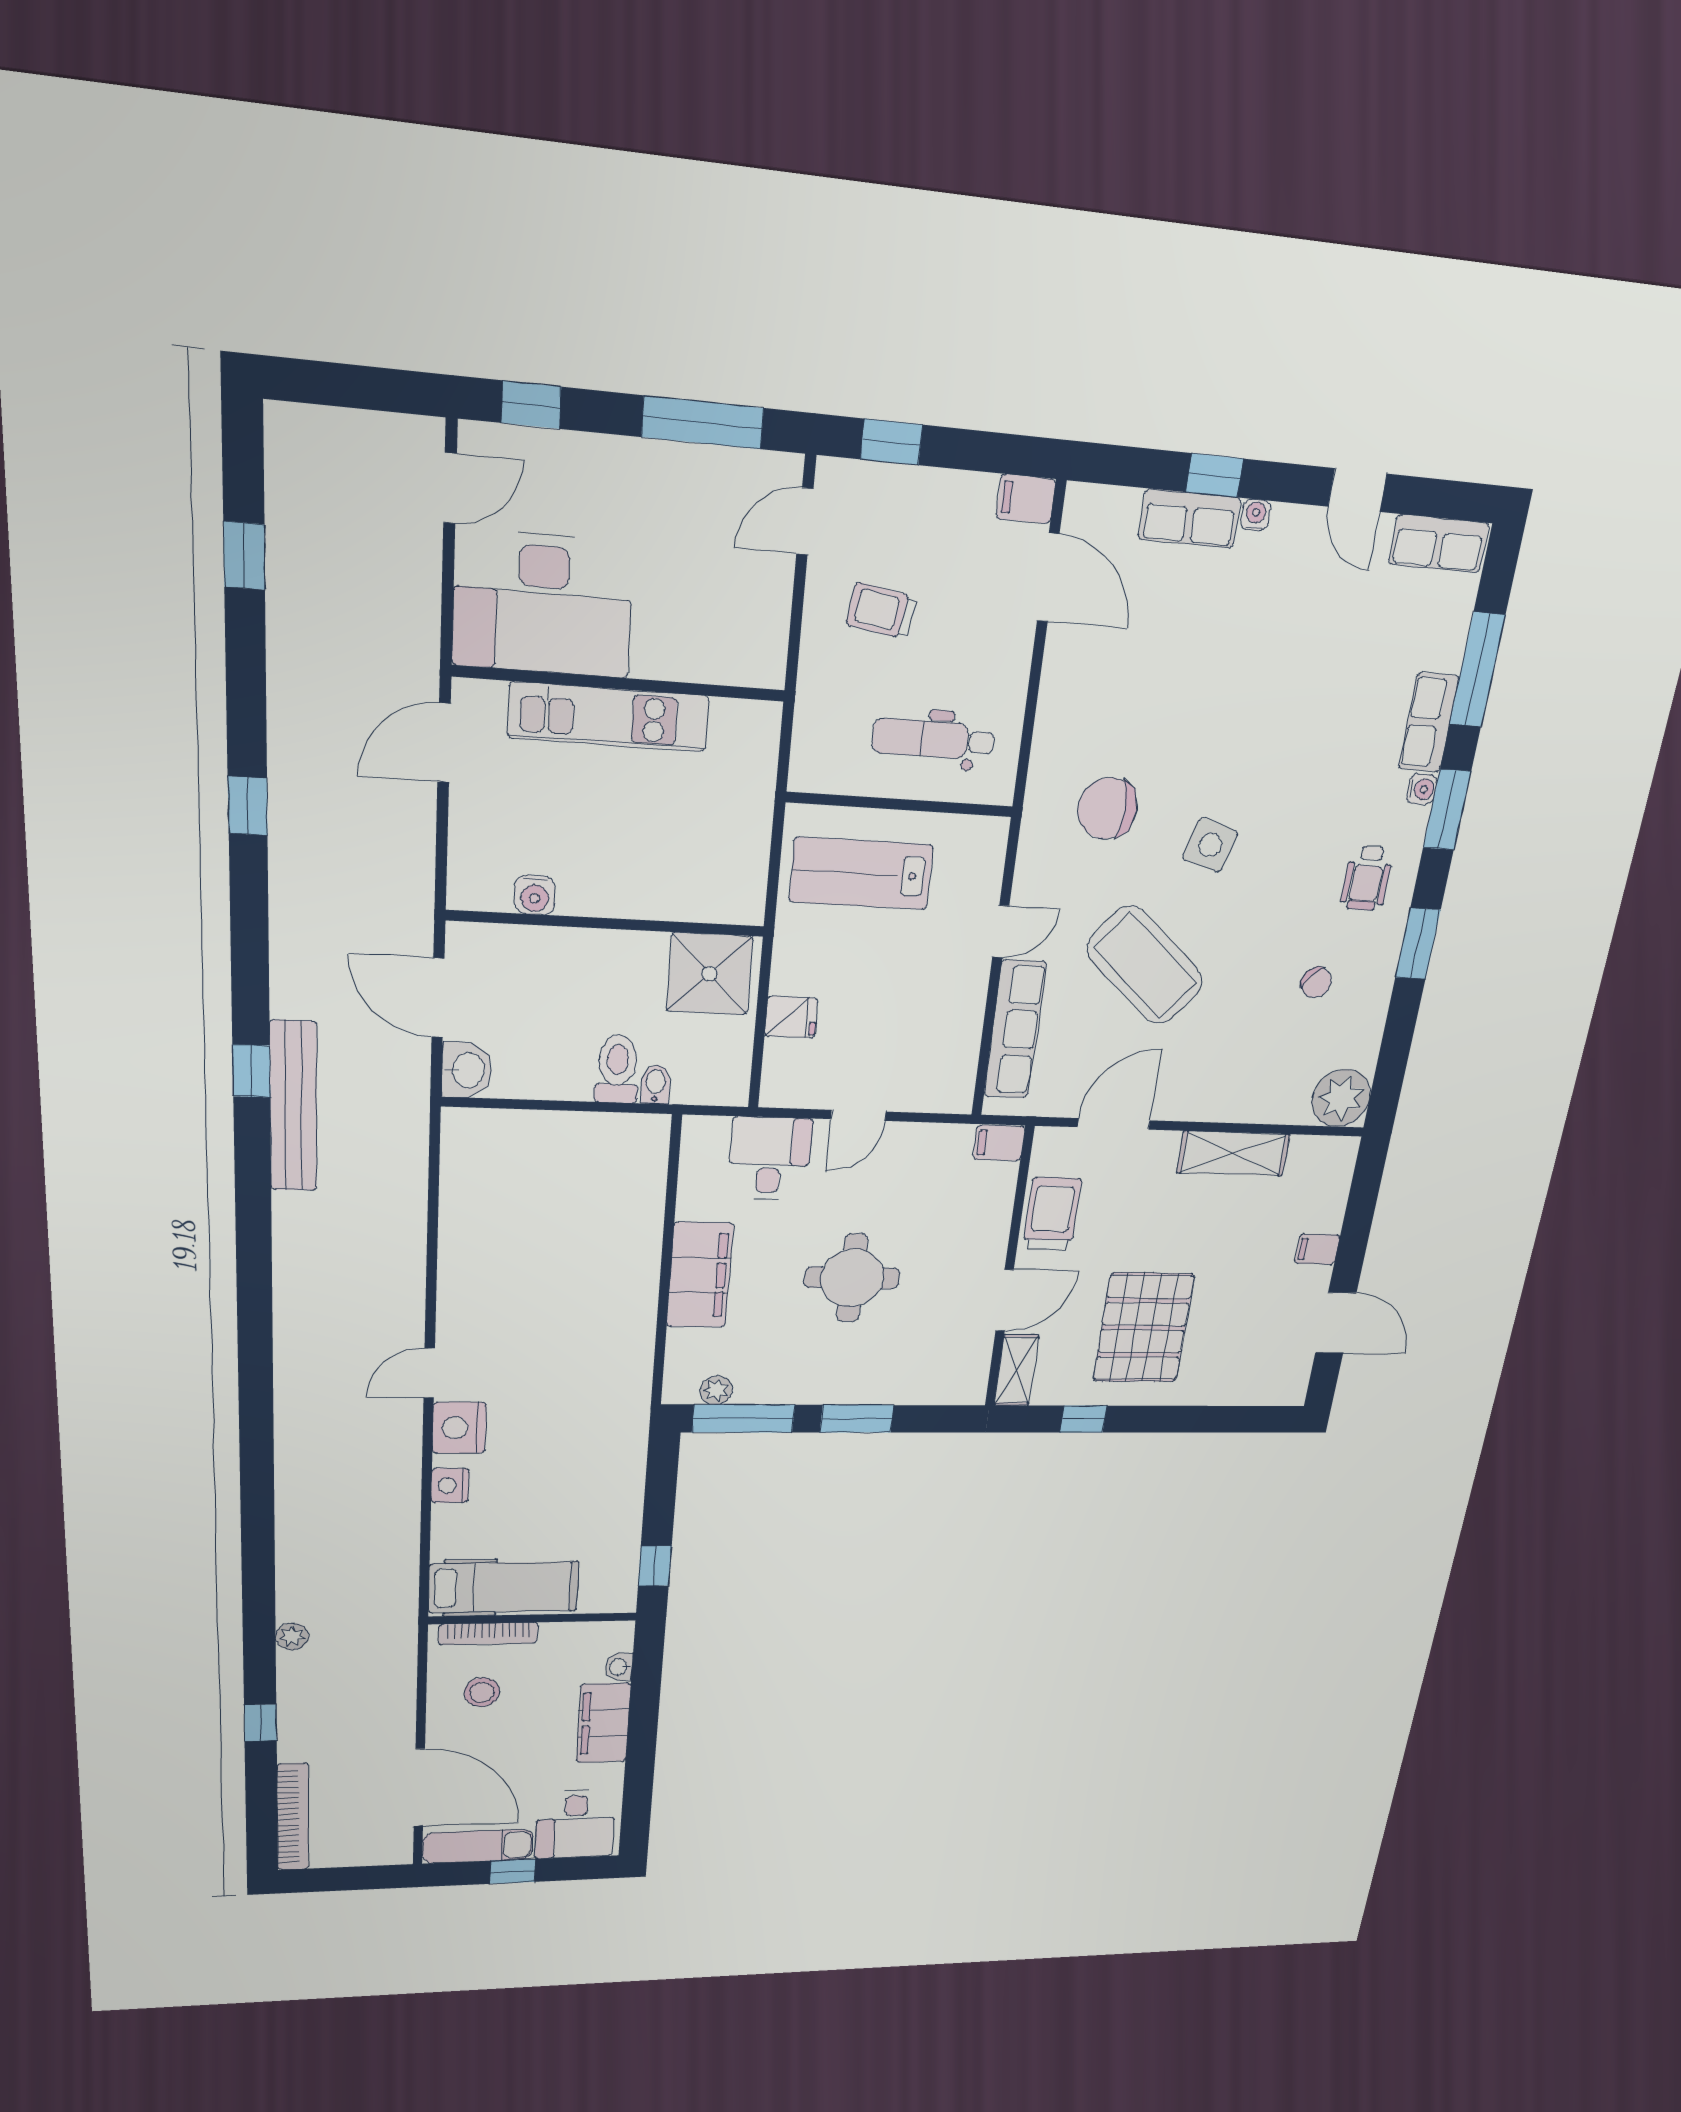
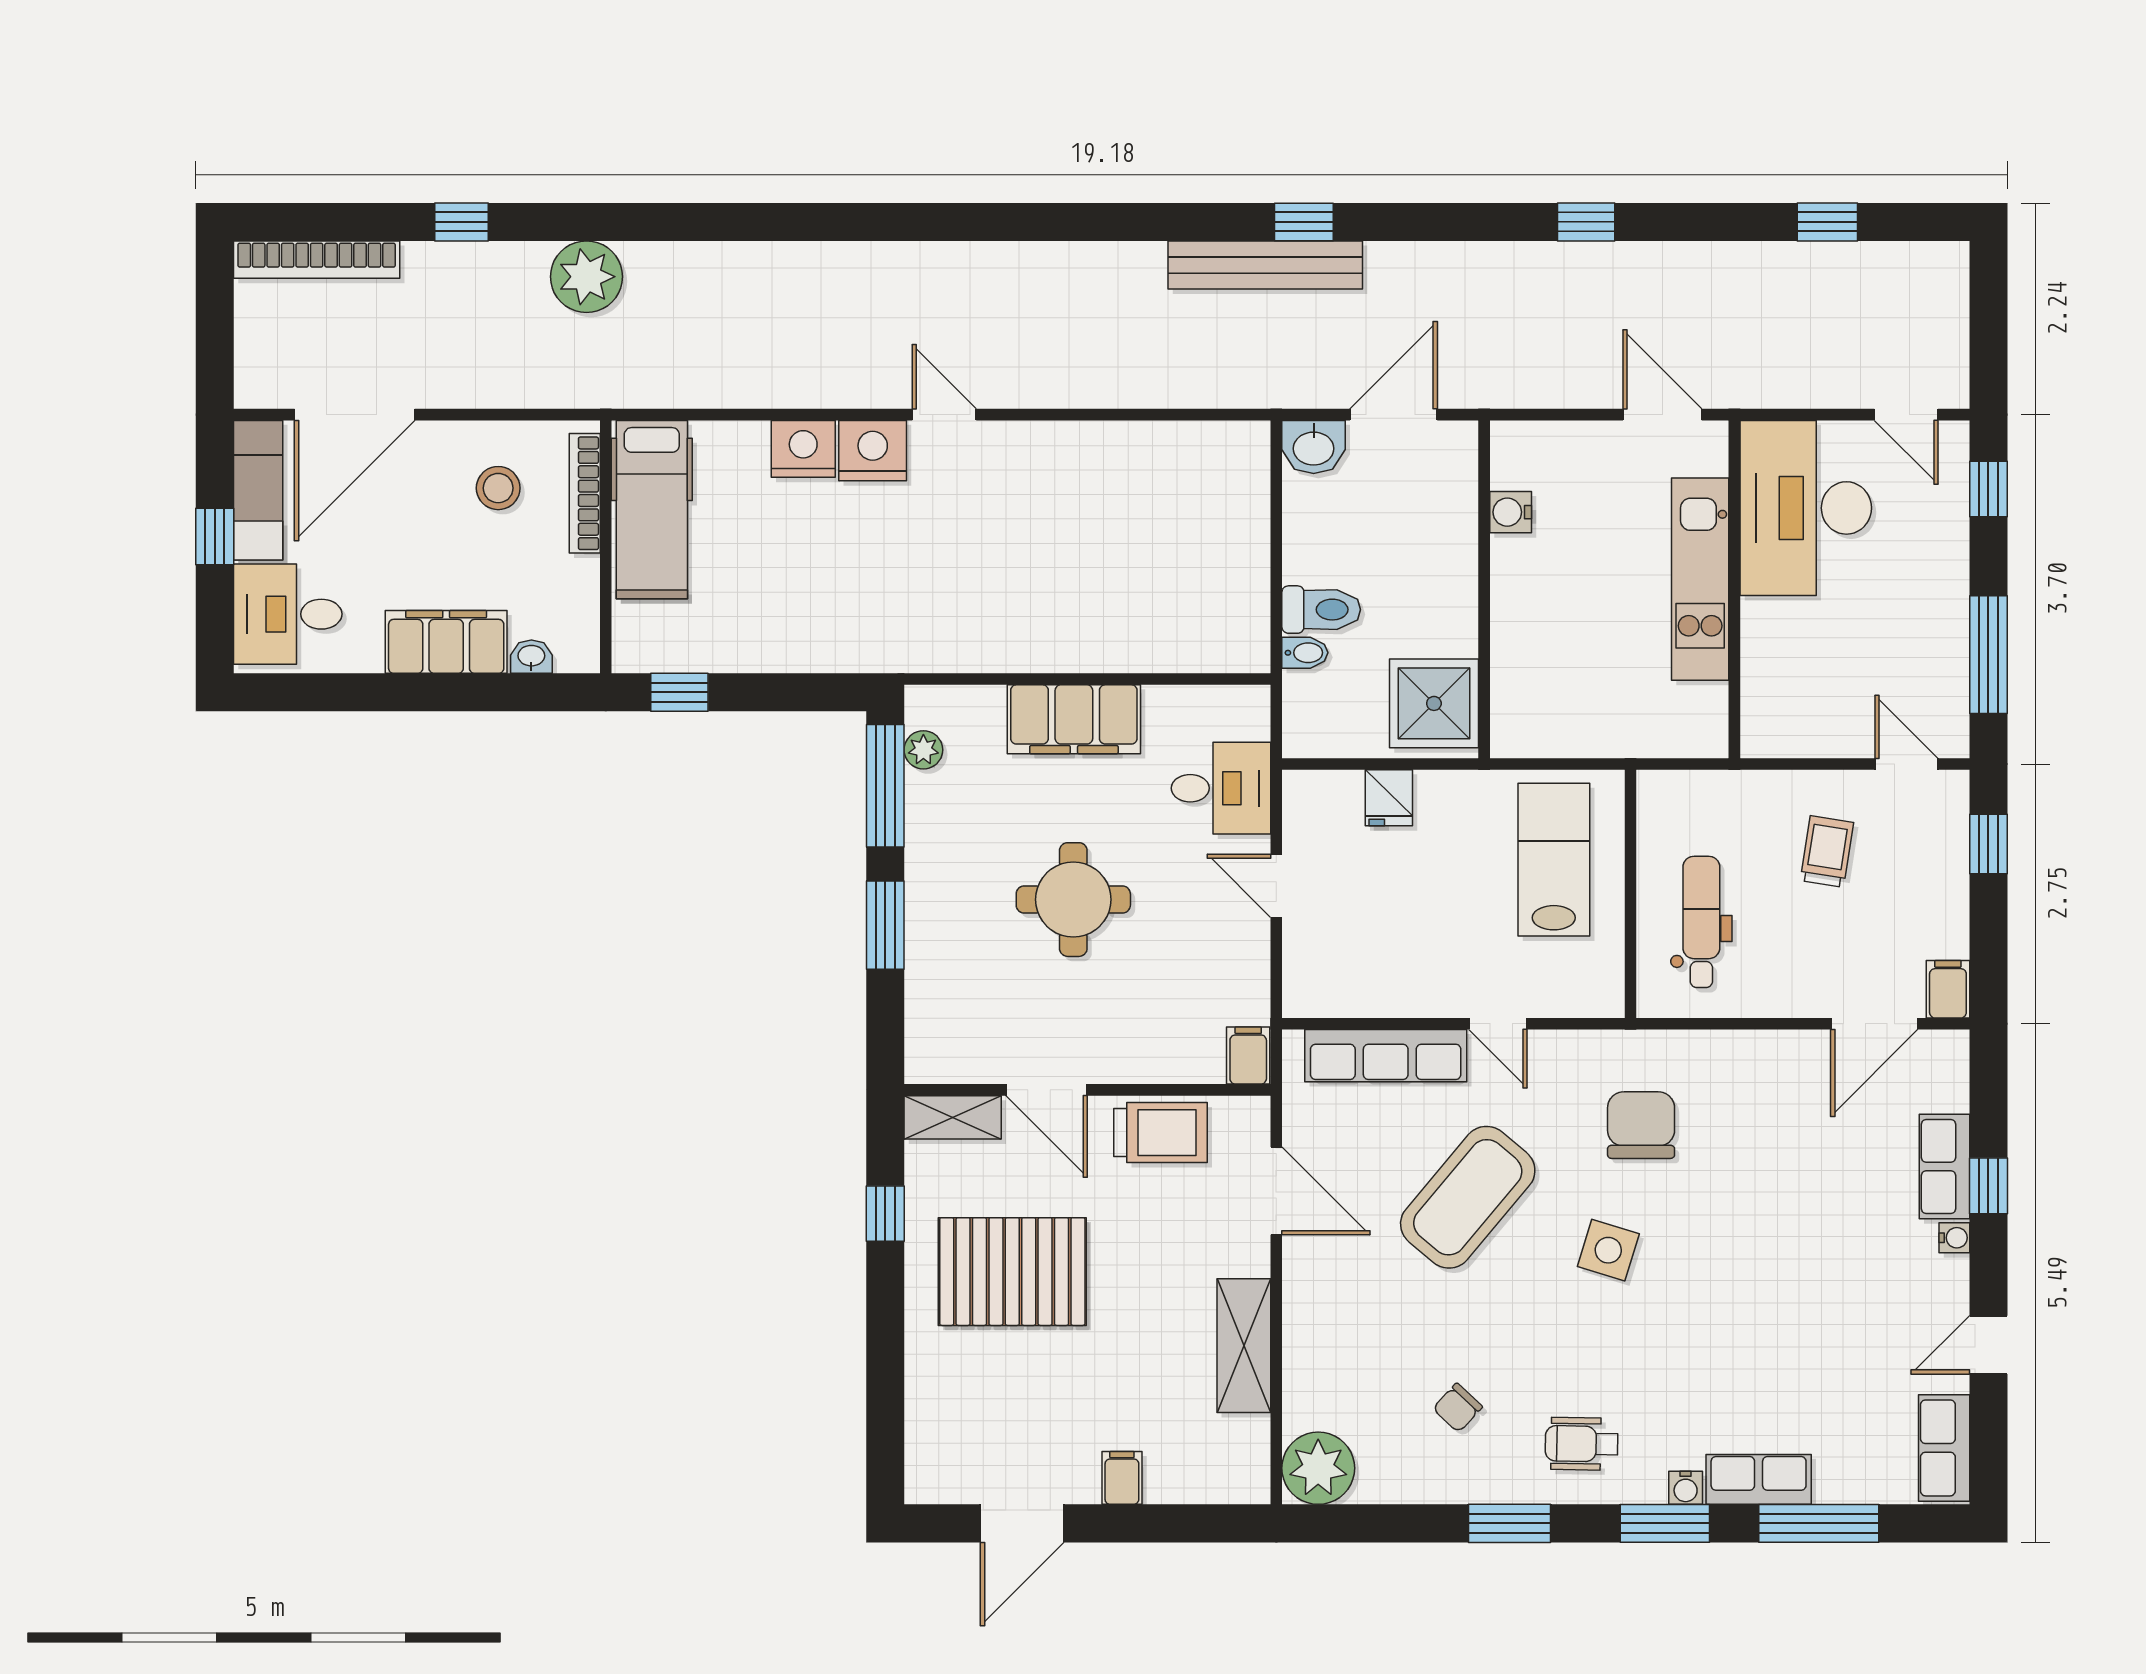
nightstand: (450, 1486) -> (803, 449), width x1.36, depth x1.33
plant: (292, 1636) -> (586, 277), width x1.87, depth x1.87

